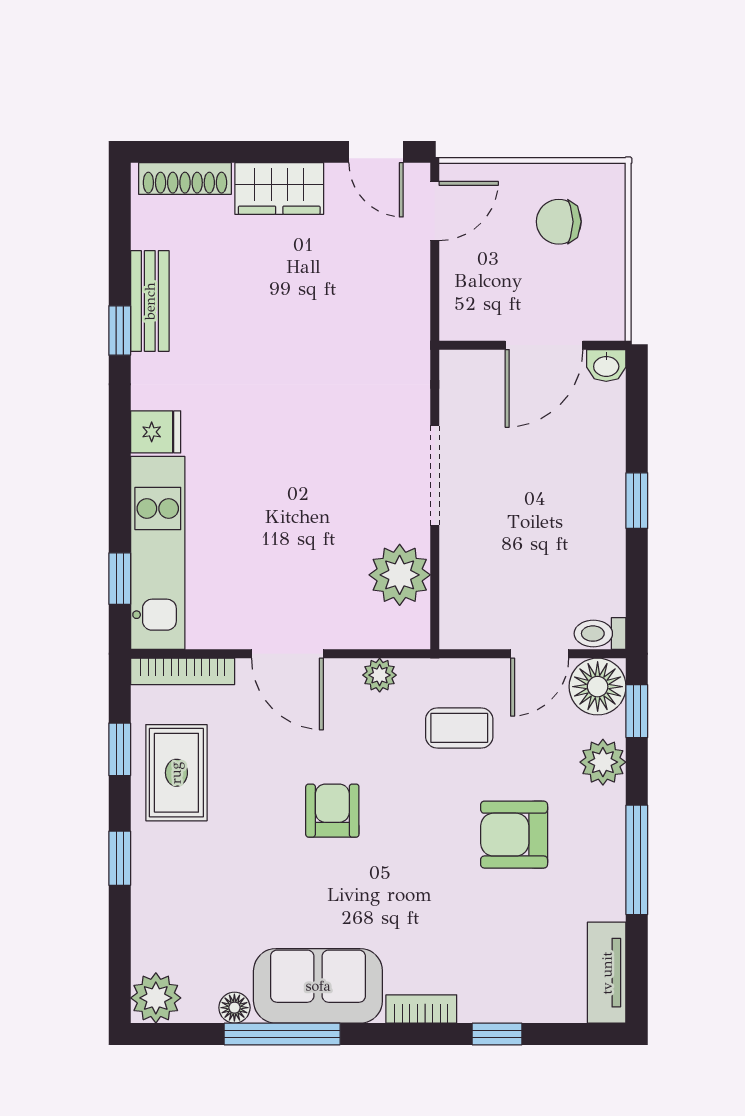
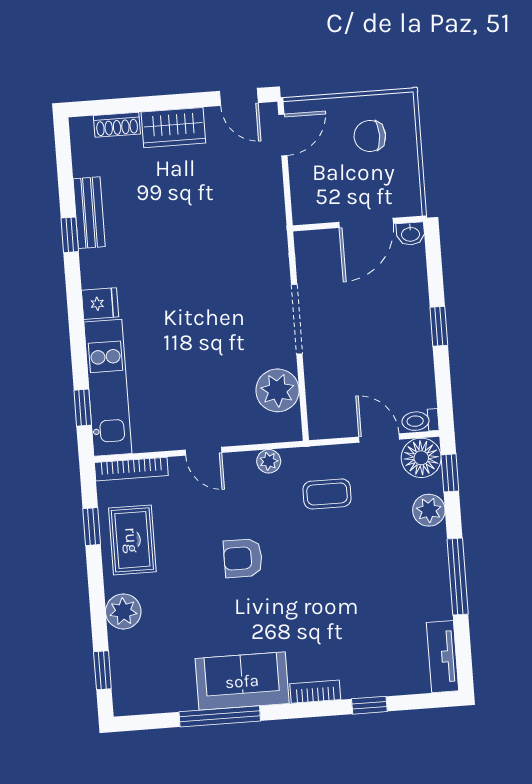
shoe rack: (185, 179) -> (117, 125), width x0.70
door: (287, 654) -> (203, 451), width x0.73
door: (540, 654) -> (379, 438), swing flipped
armchair: (332, 811) -> (243, 558), turned -90
armchair: (514, 835) -> (371, 565), removed
window: (120, 858) -> (102, 670), moved
plant: (156, 998) -> (123, 611), moved
floor lamp: (234, 1008) -> (185, 701), removed

